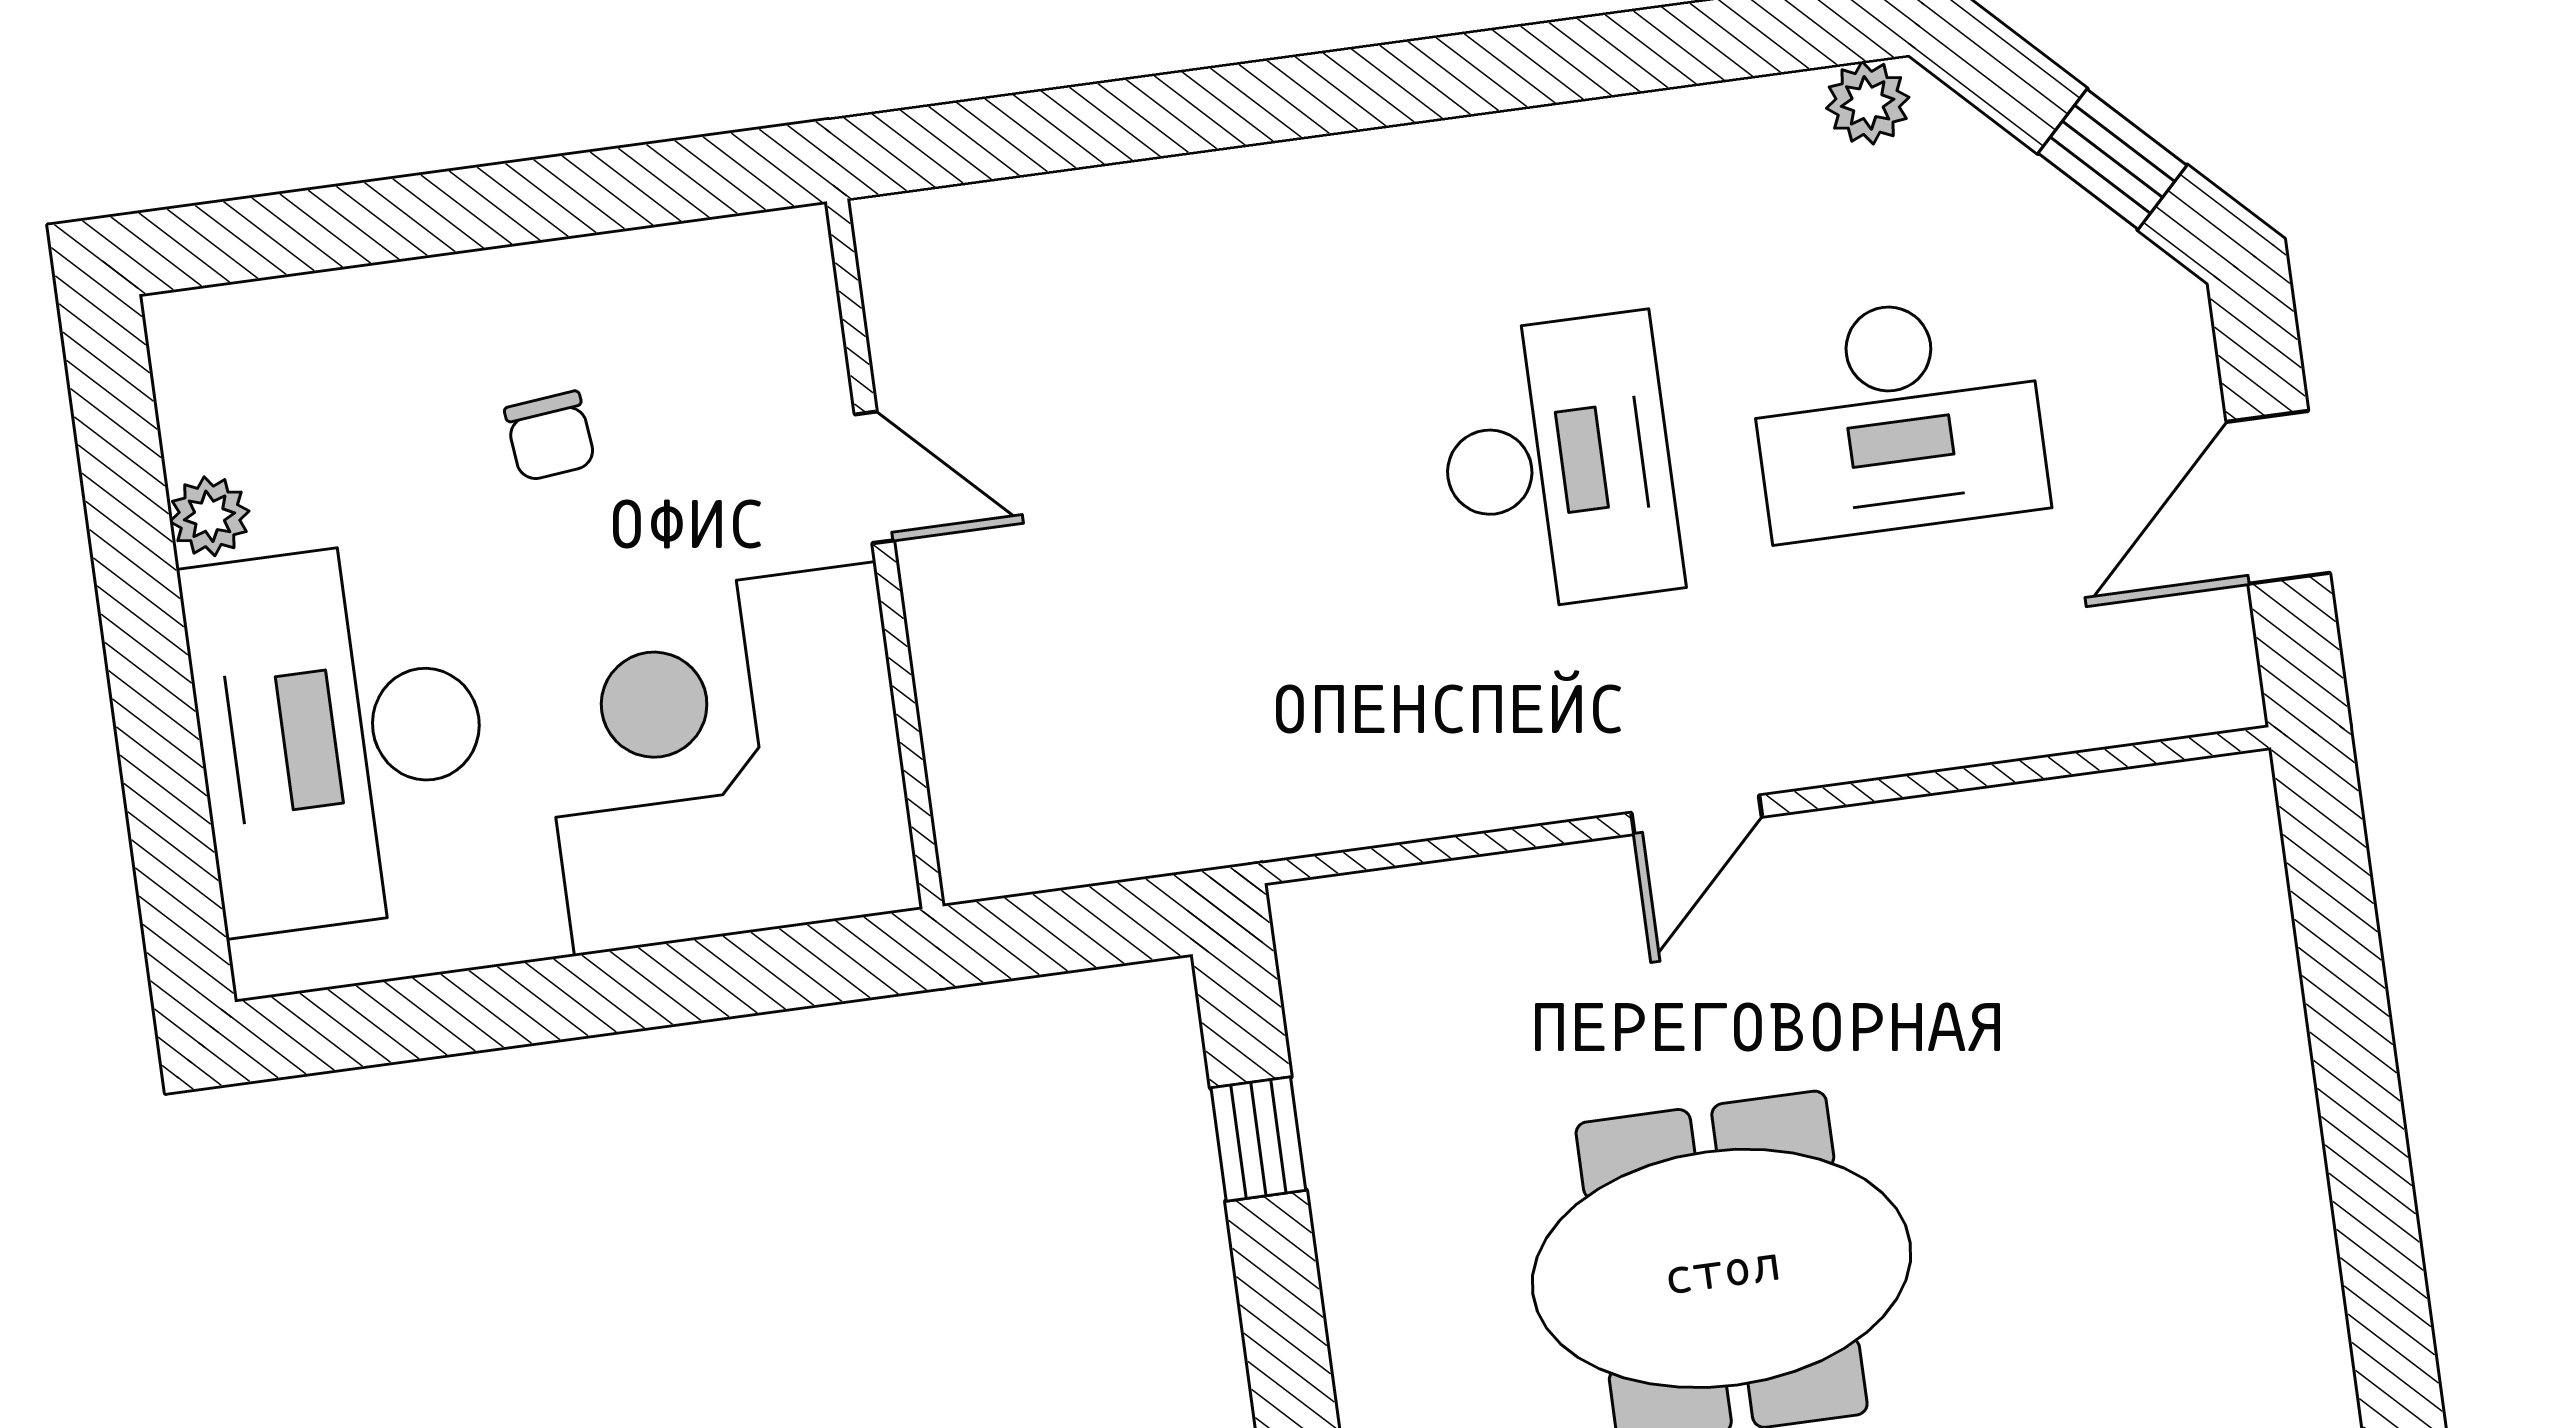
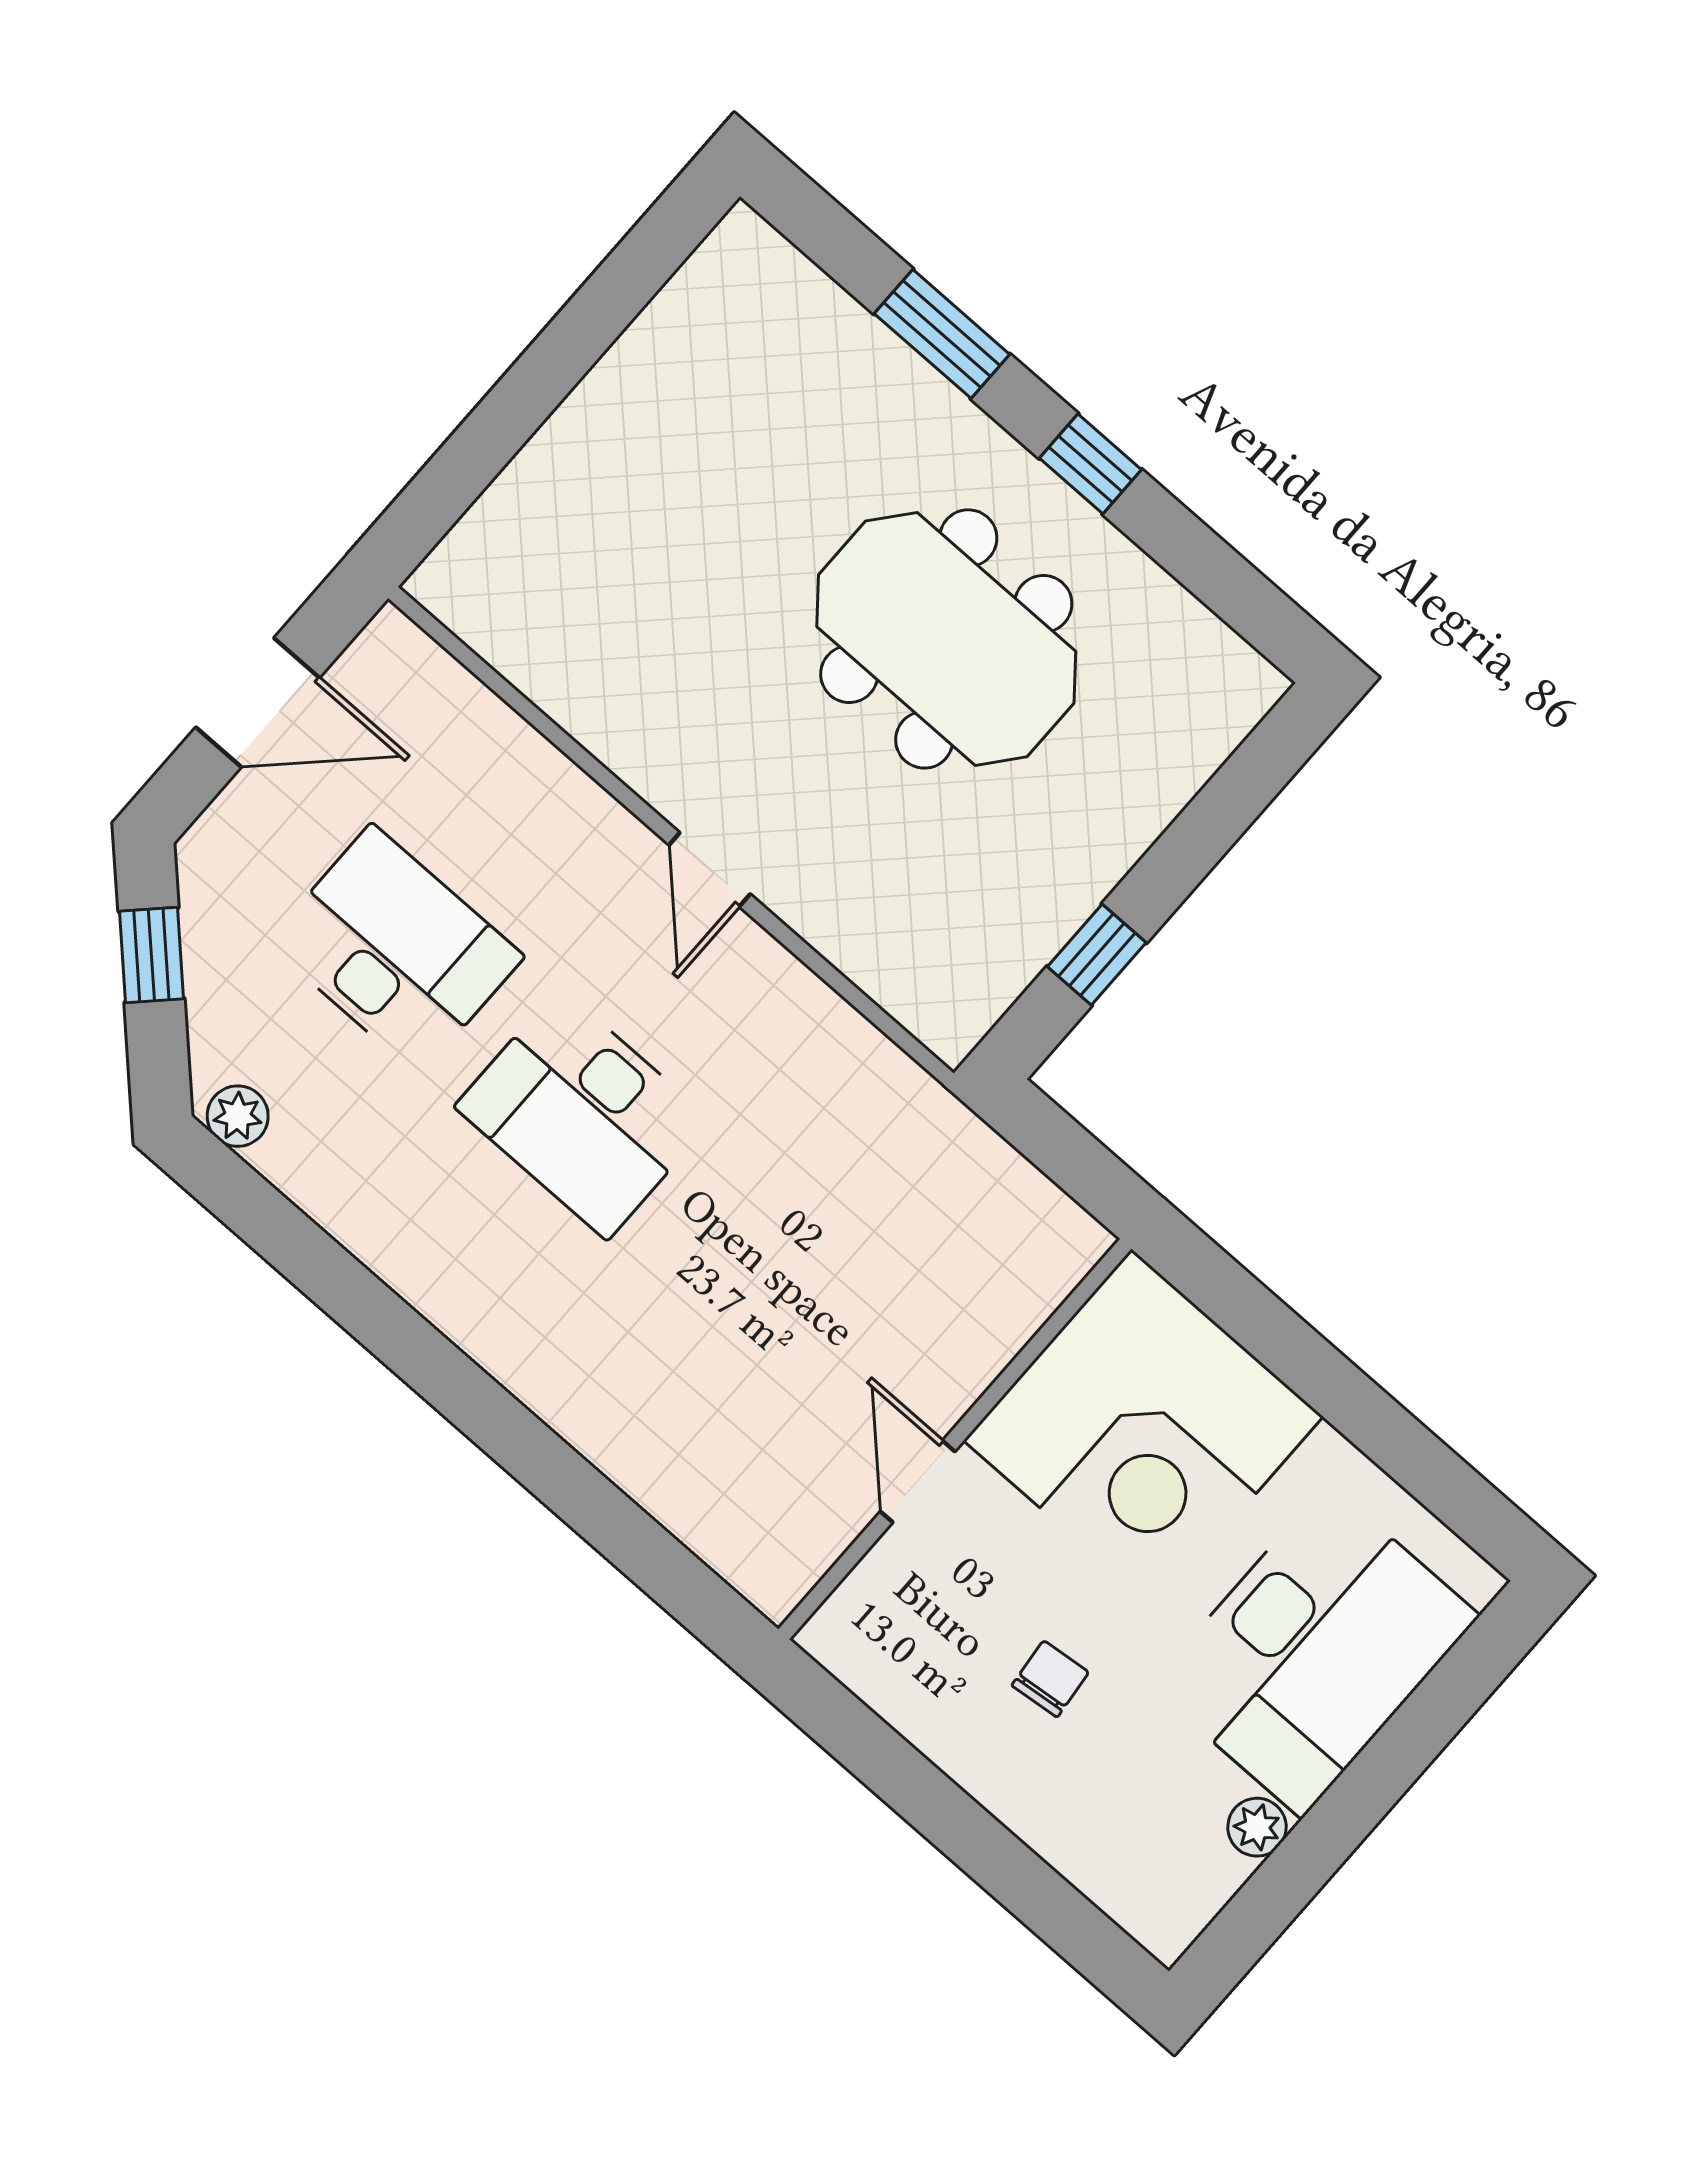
desk: (1558, 463) -> (583, 1114), turned -90
door: (1697, 815) -> (710, 870), swing flipped

